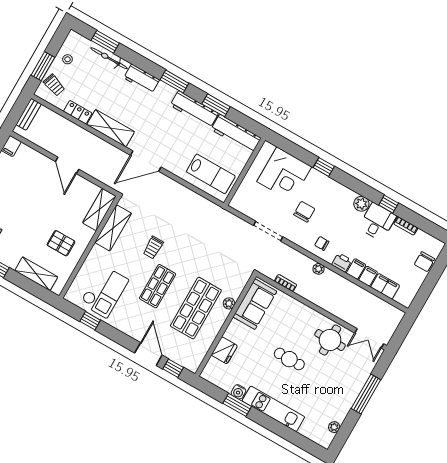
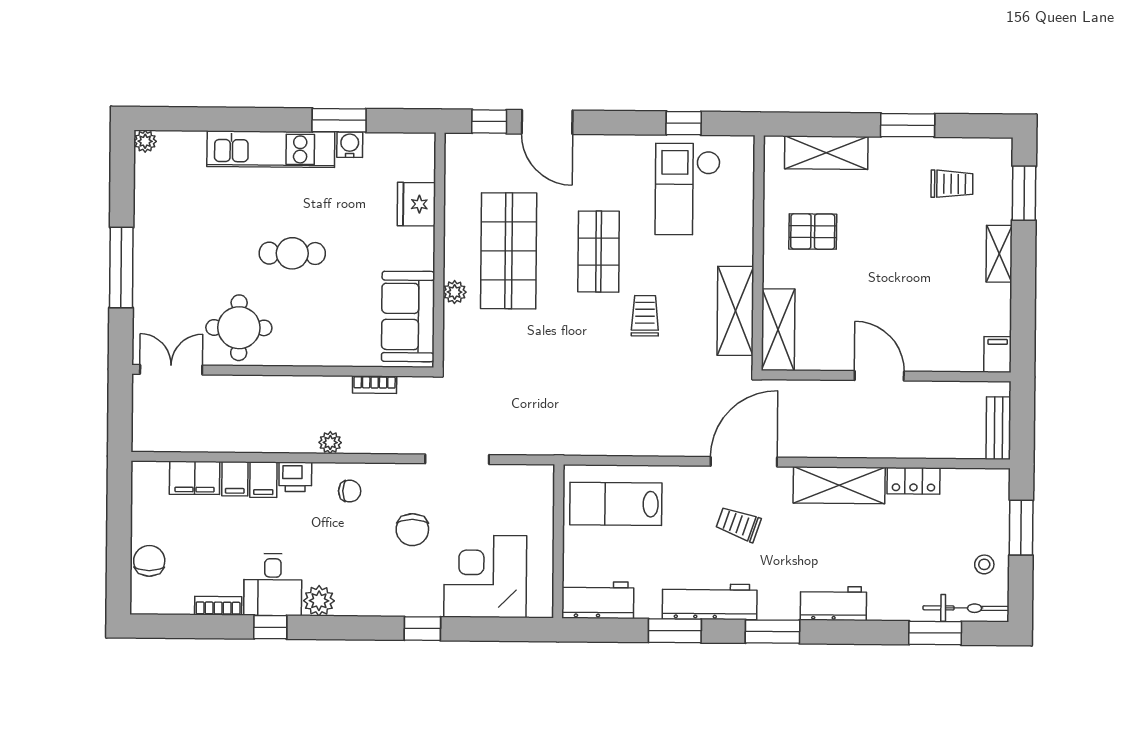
bicycle: (109, 58) -> (966, 608), moved
trolley: (54, 85) -> (738, 524), moved
workbench: (236, 134) -> (598, 600), width x0.73
plant: (334, 427) -> (145, 141), moved

